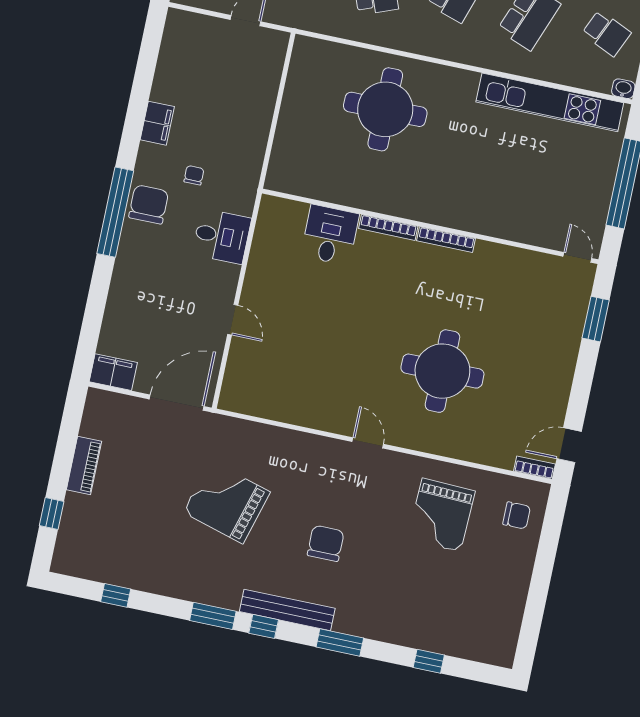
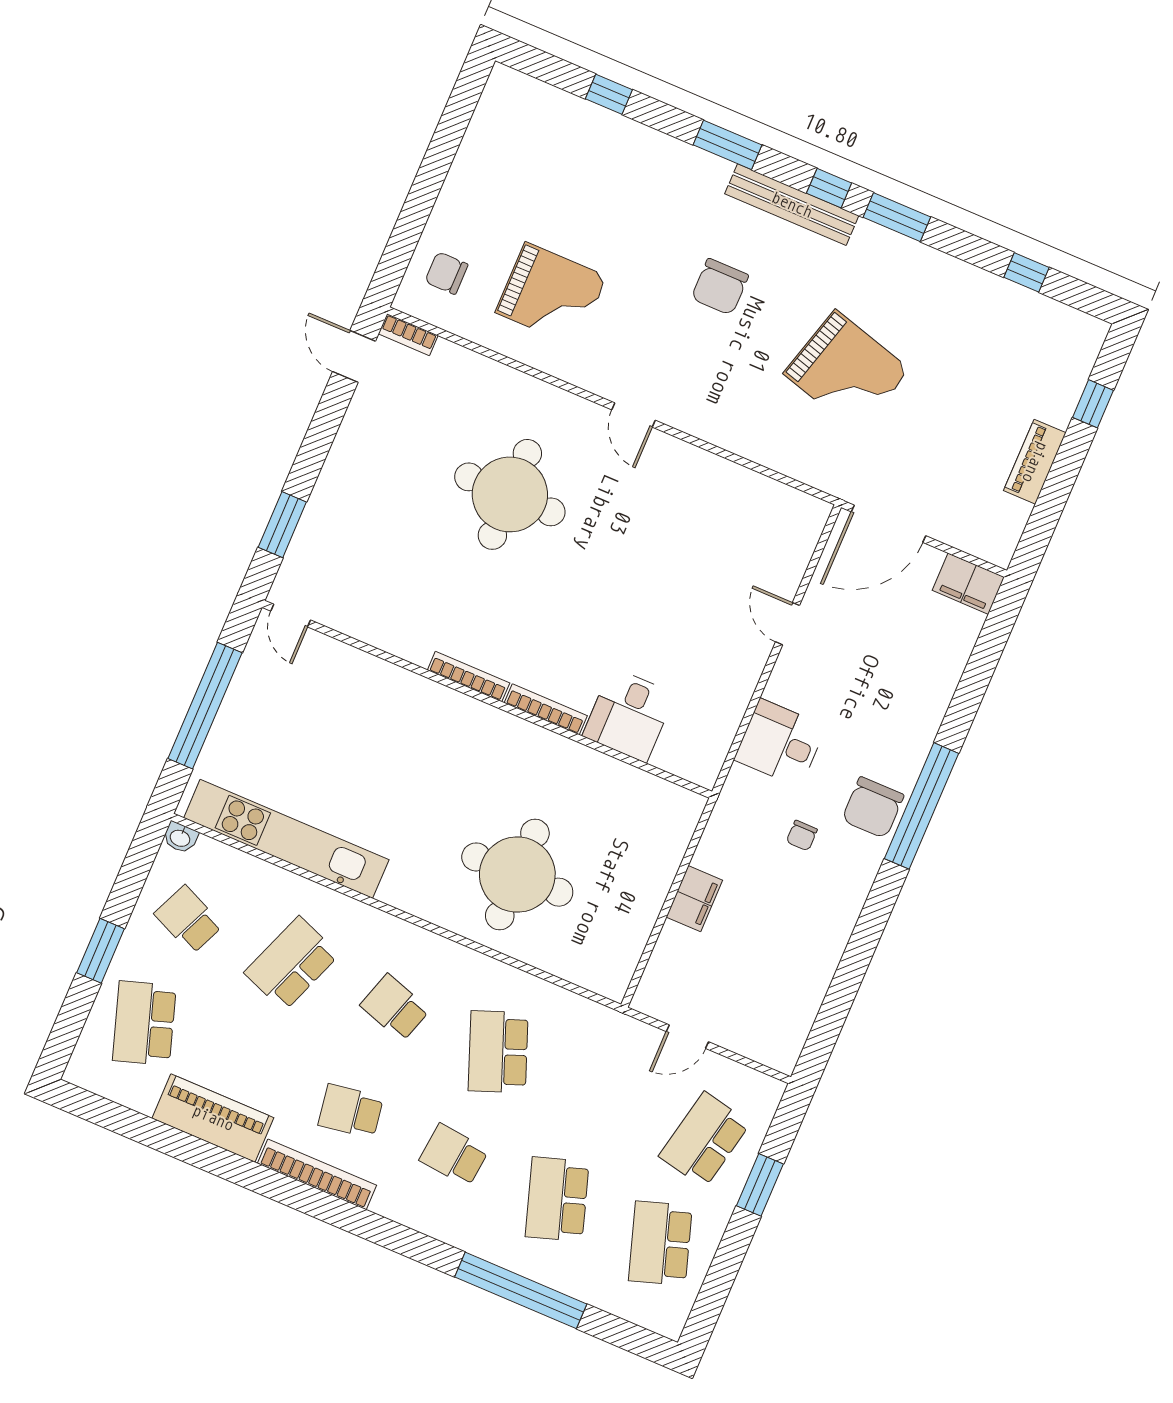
filing cabinet: (157, 123) -> (694, 899), moved, turned 180
door: (569, 445) -> (354, 356), swing flipped
grand piano: (441, 515) -> (551, 294), turned 88

